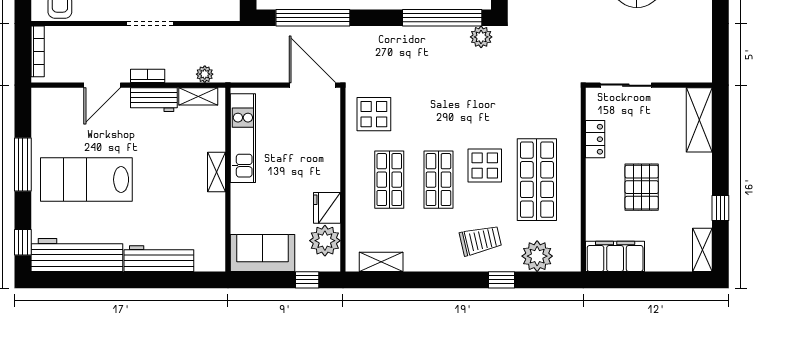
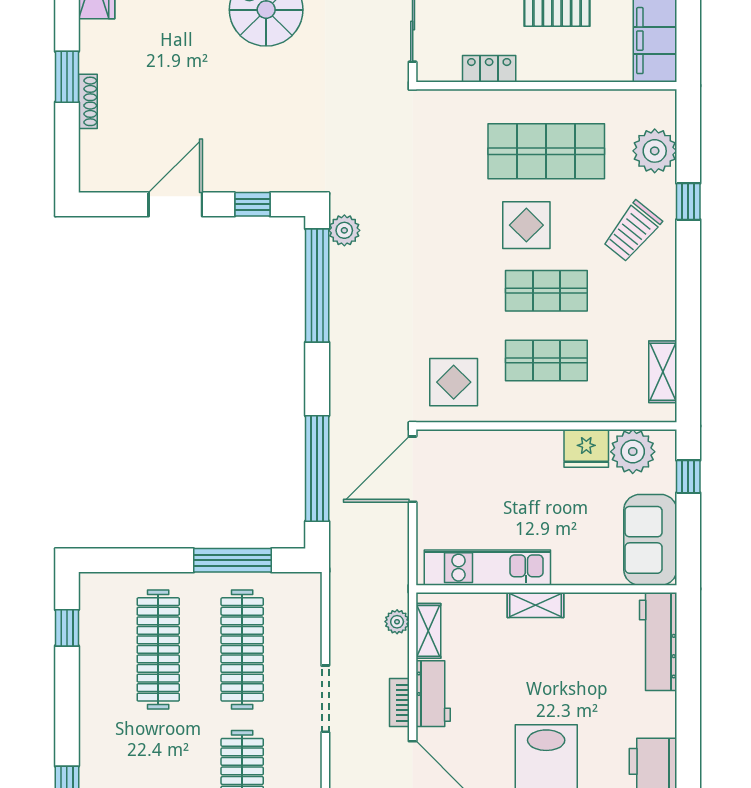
trolley: (480, 240) -> (632, 231), turned -128
workbench: (159, 259) -> (658, 641), moved

